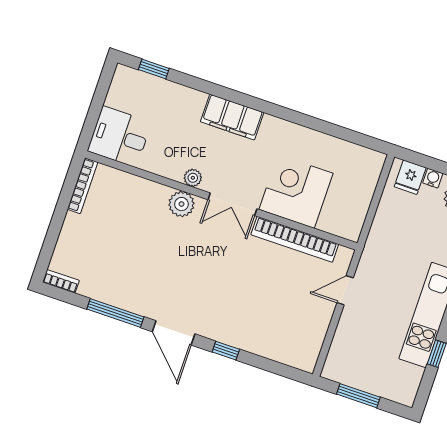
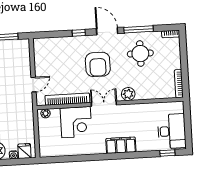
desk: (119, 137) -> (172, 131), moved, width x1.37
plant: (193, 178) -> (46, 113), moved
round table: (130, 268) -> (140, 54), added
armchair: (215, 280) -> (98, 64), added

